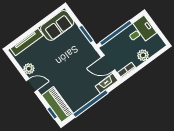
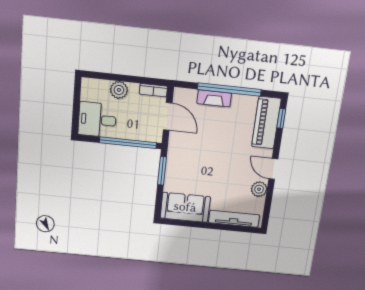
fireplace: (107, 83) -> (214, 98), moved

